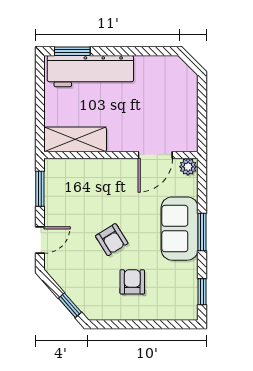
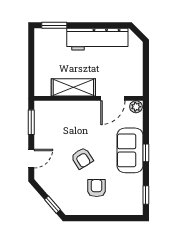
workbench: (90, 71) -> (97, 39), moved
shelving: (75, 139) -> (73, 87), moved
window: (202, 232) -> (146, 153), width x0.67

